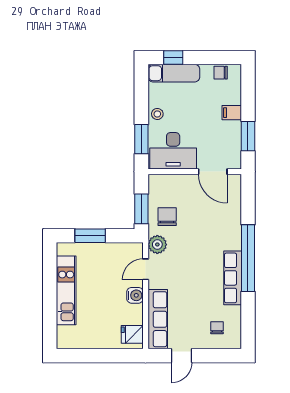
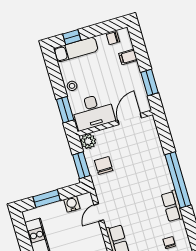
filing cabinet: (232, 113) -> (128, 57), moved
door: (213, 172) -> (130, 119), swing flipped
plant: (157, 244) -> (88, 141), moved
row of seats: (233, 278) -> (172, 206), width x0.68
water cooler: (135, 295) -> (72, 204), moved, turned -90

